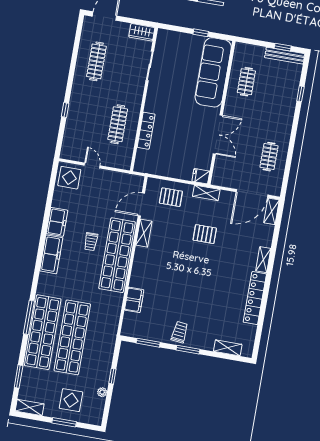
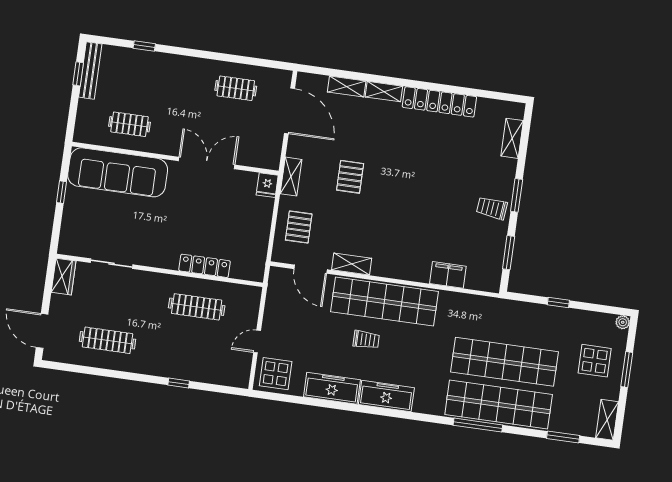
shelving: (272, 211) -> (347, 87), moved
freezer: (57, 222) -> (332, 388), width x1.40
plant: (102, 392) -> (623, 322), moved

